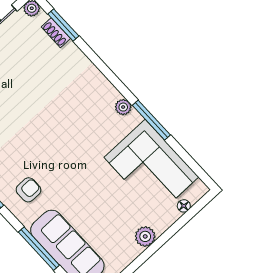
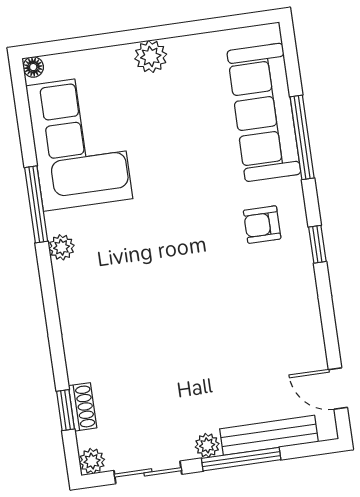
window: (63, 25) -> (65, 410), width x0.67
floor lamp: (184, 206) -> (33, 67), moved

